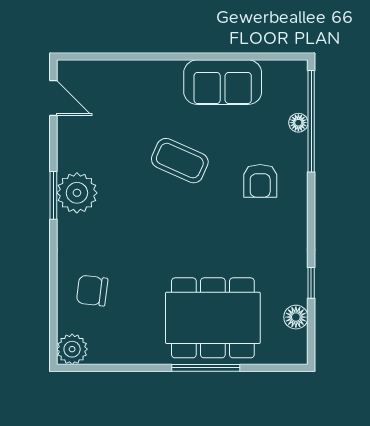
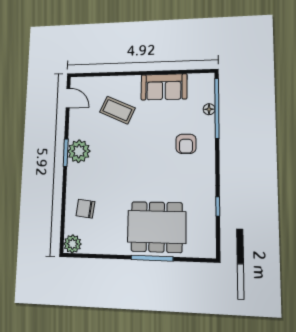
coffee table: (180, 161) -> (117, 110), moved
floor lamp: (296, 317) -> (208, 228), removed

